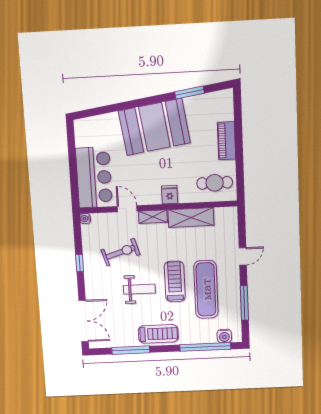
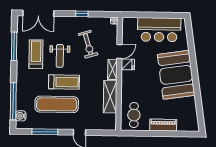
window: (190, 92) -> (198, 101), removed
bar counter: (94, 177) -> (159, 30), moved
fridge: (170, 195) -> (128, 64), moved
treadmill: (158, 334) -> (36, 54), moved, turned 180

